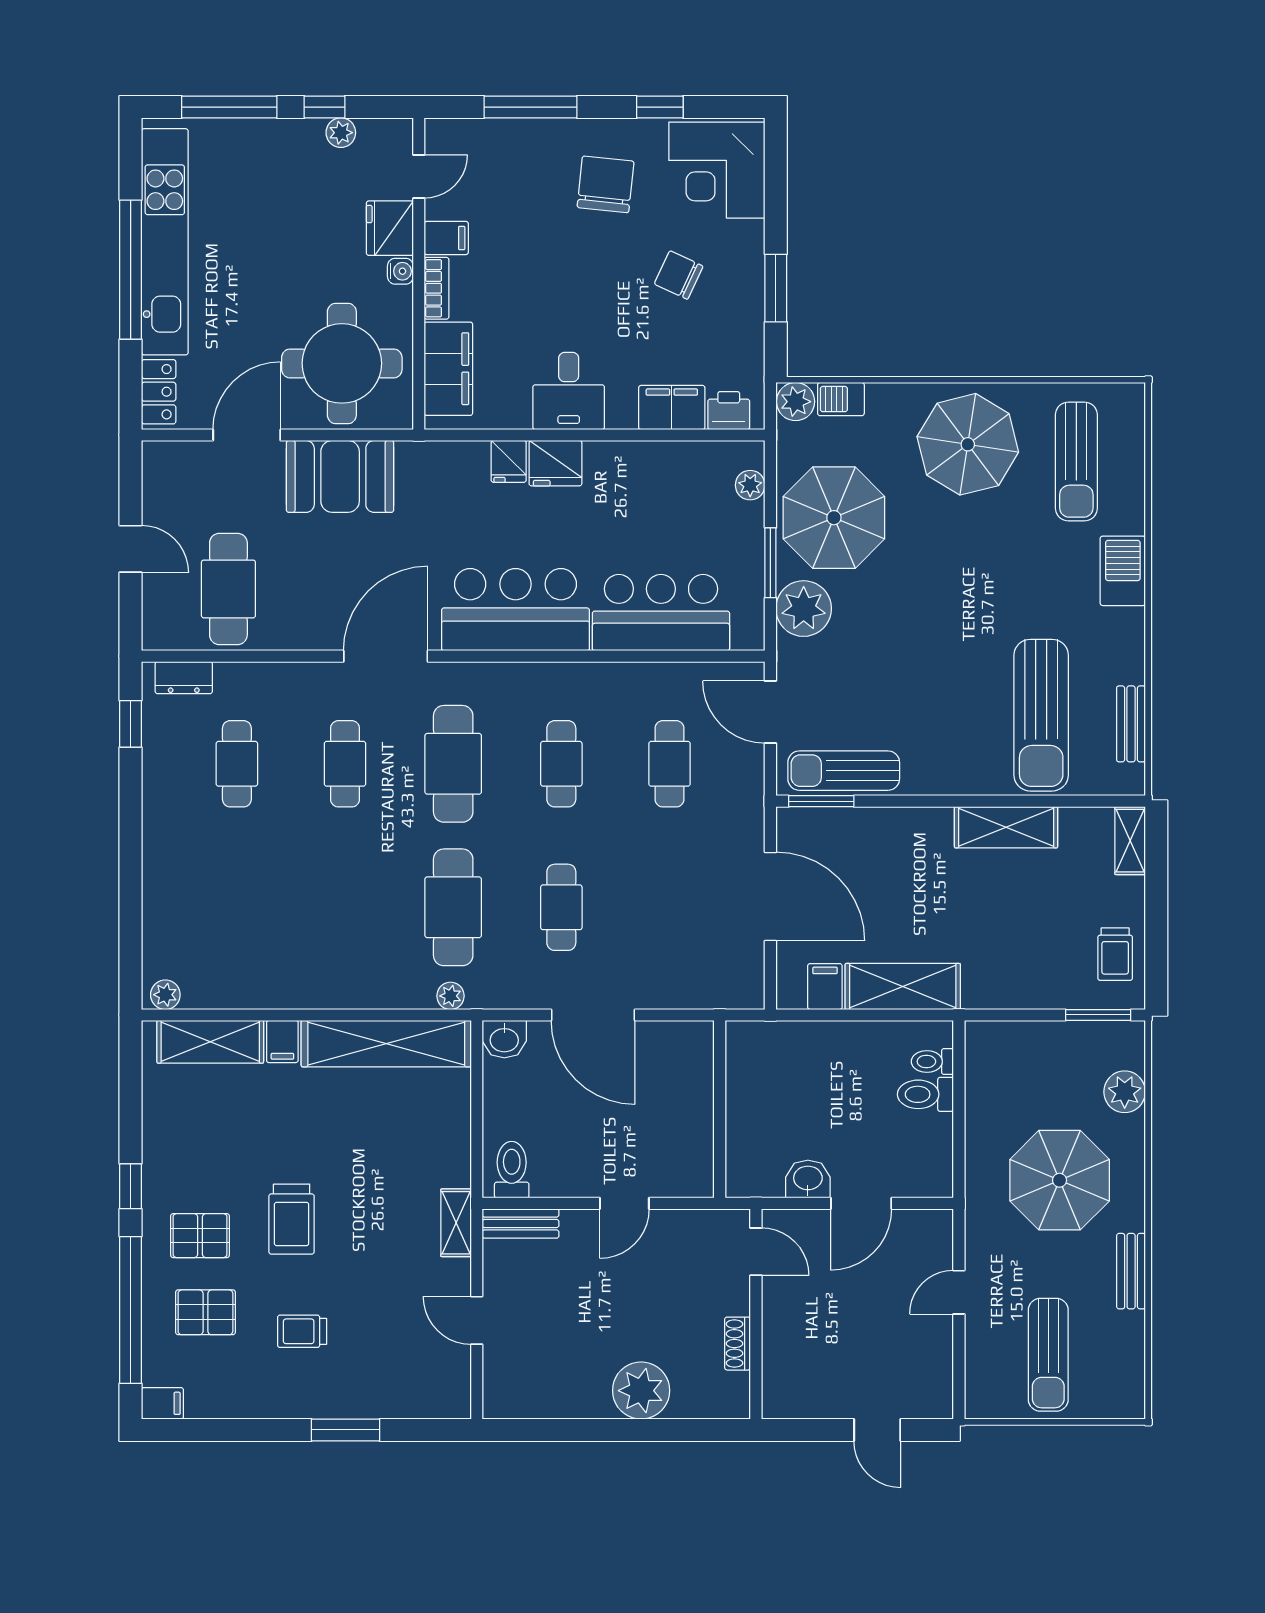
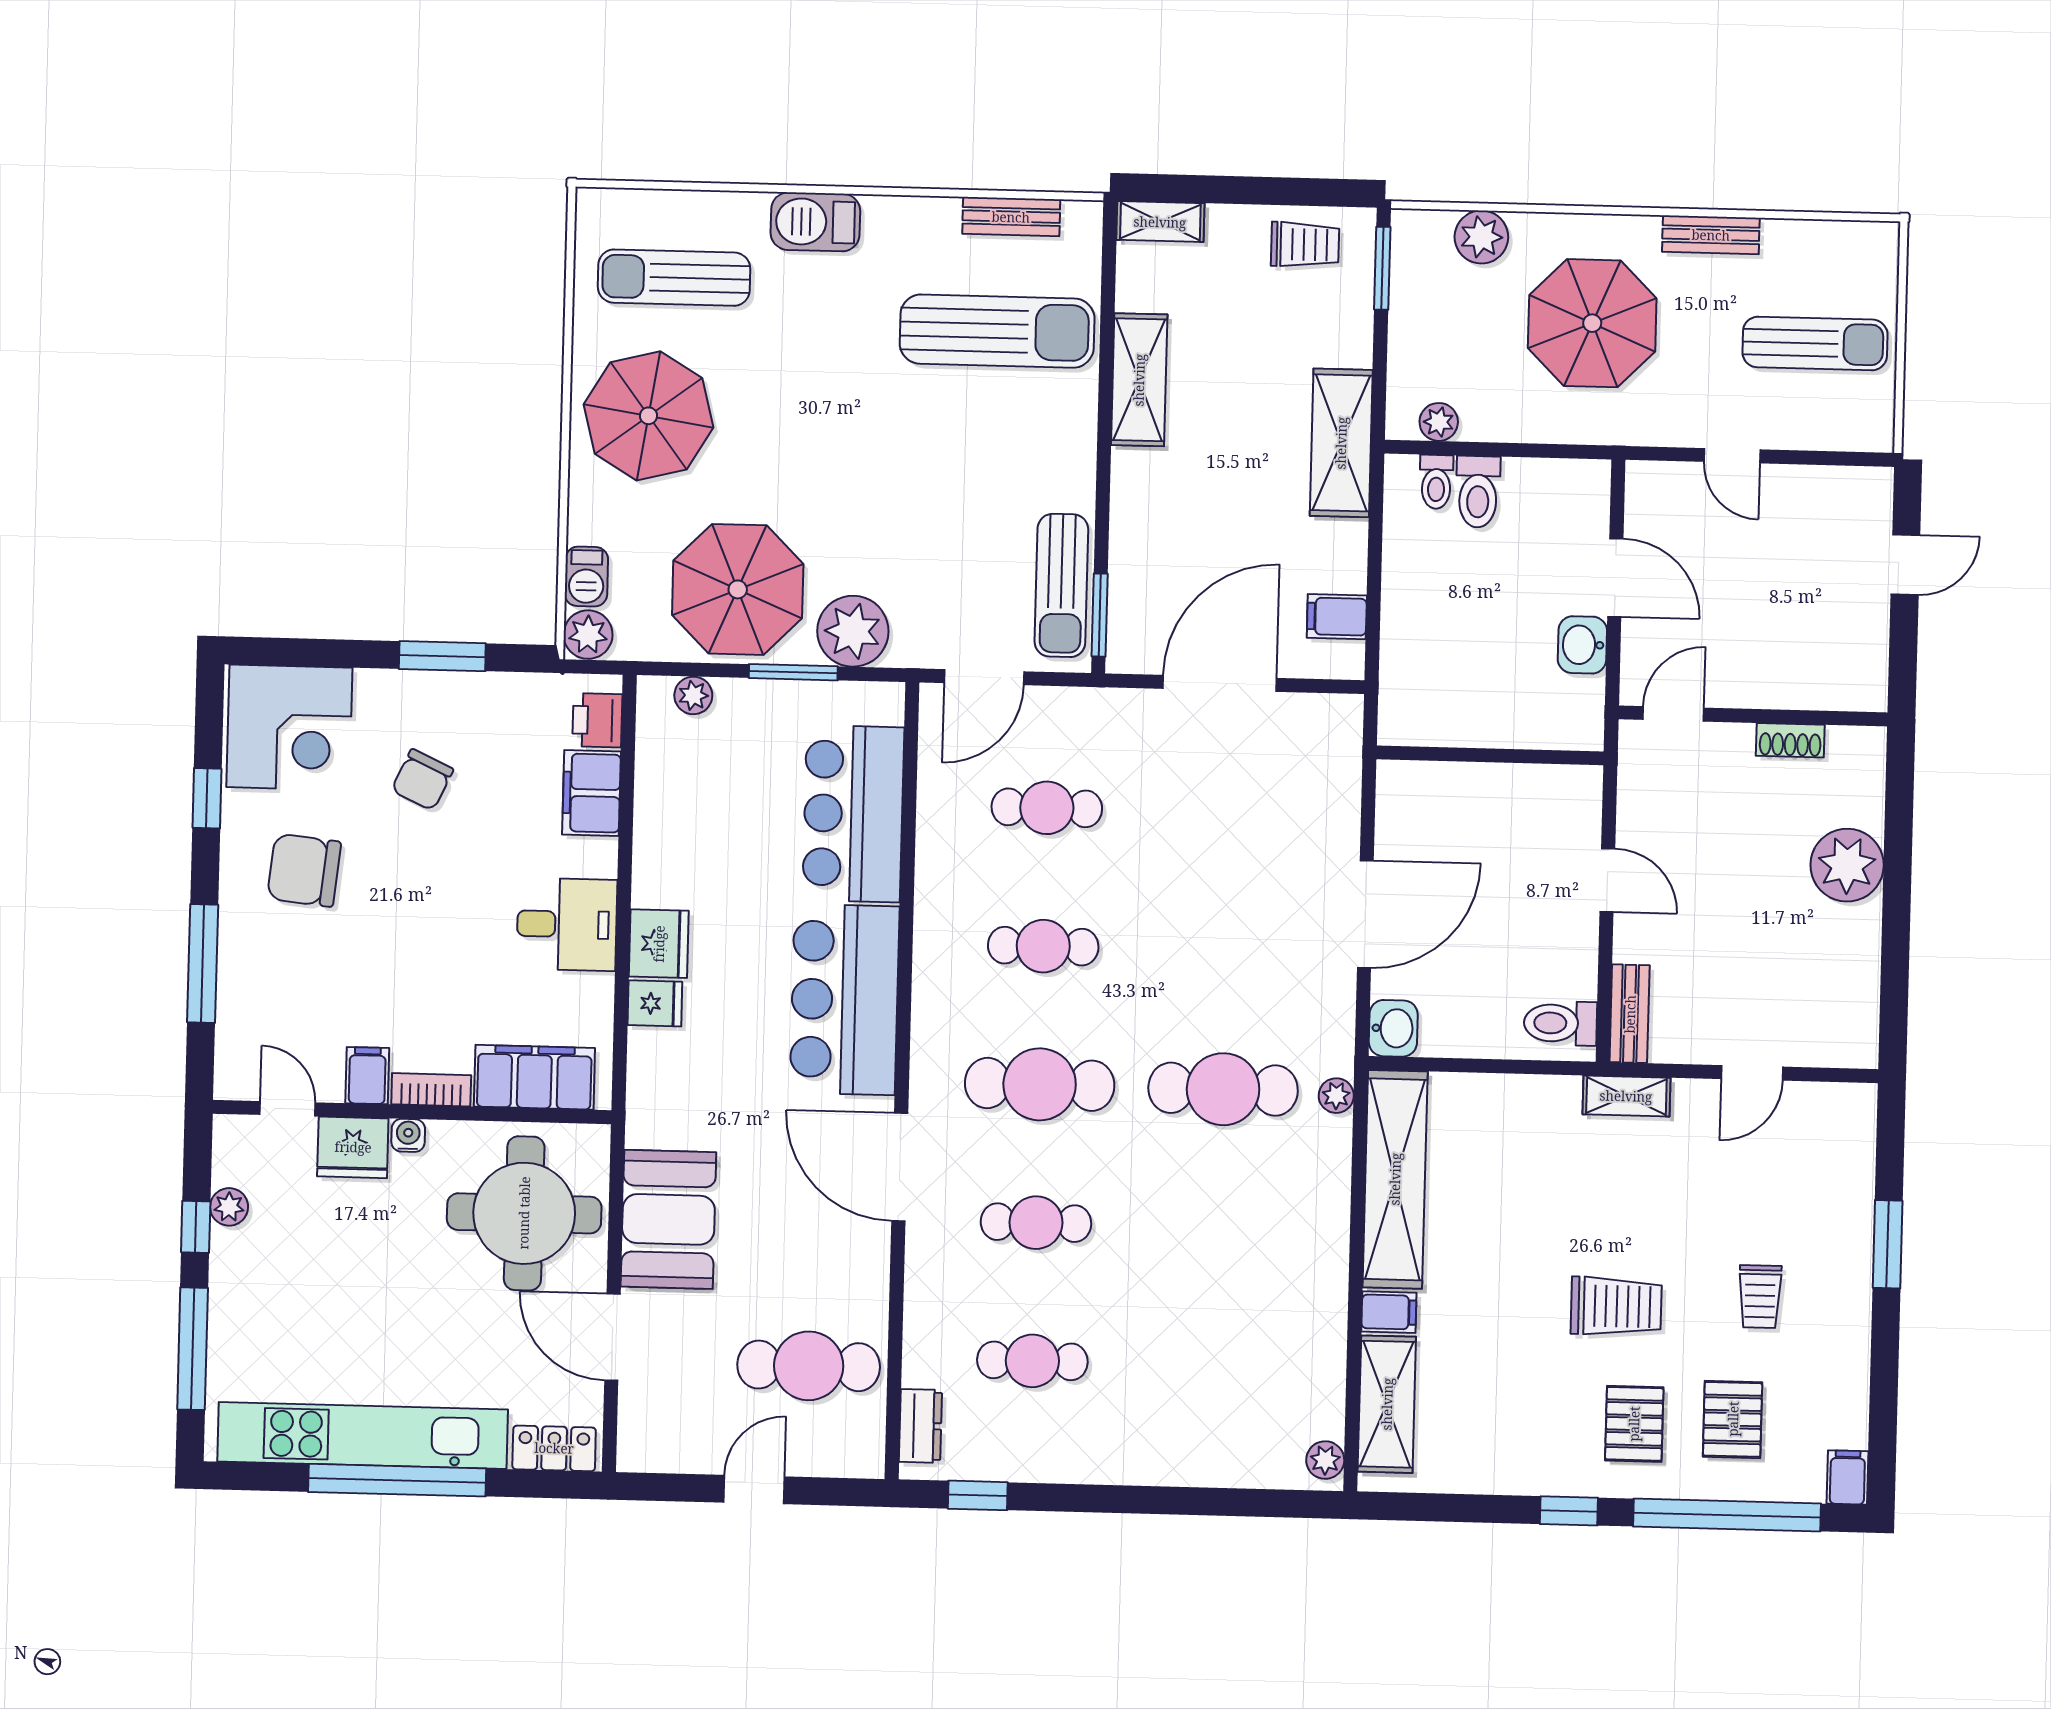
sun lounger: (1076, 461) -> (674, 278), turned 180
cafe table: (561, 907) -> (1227, 951), removed
shelving: (903, 986) -> (1341, 443), moved
plant: (979, 1062) -> (1439, 422), added

